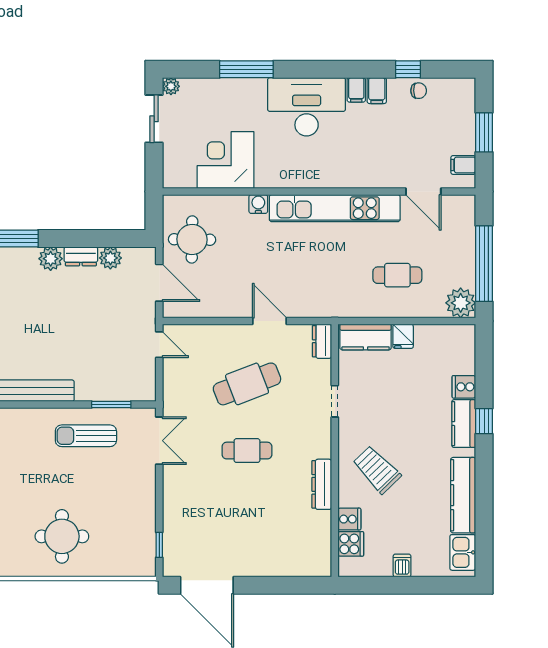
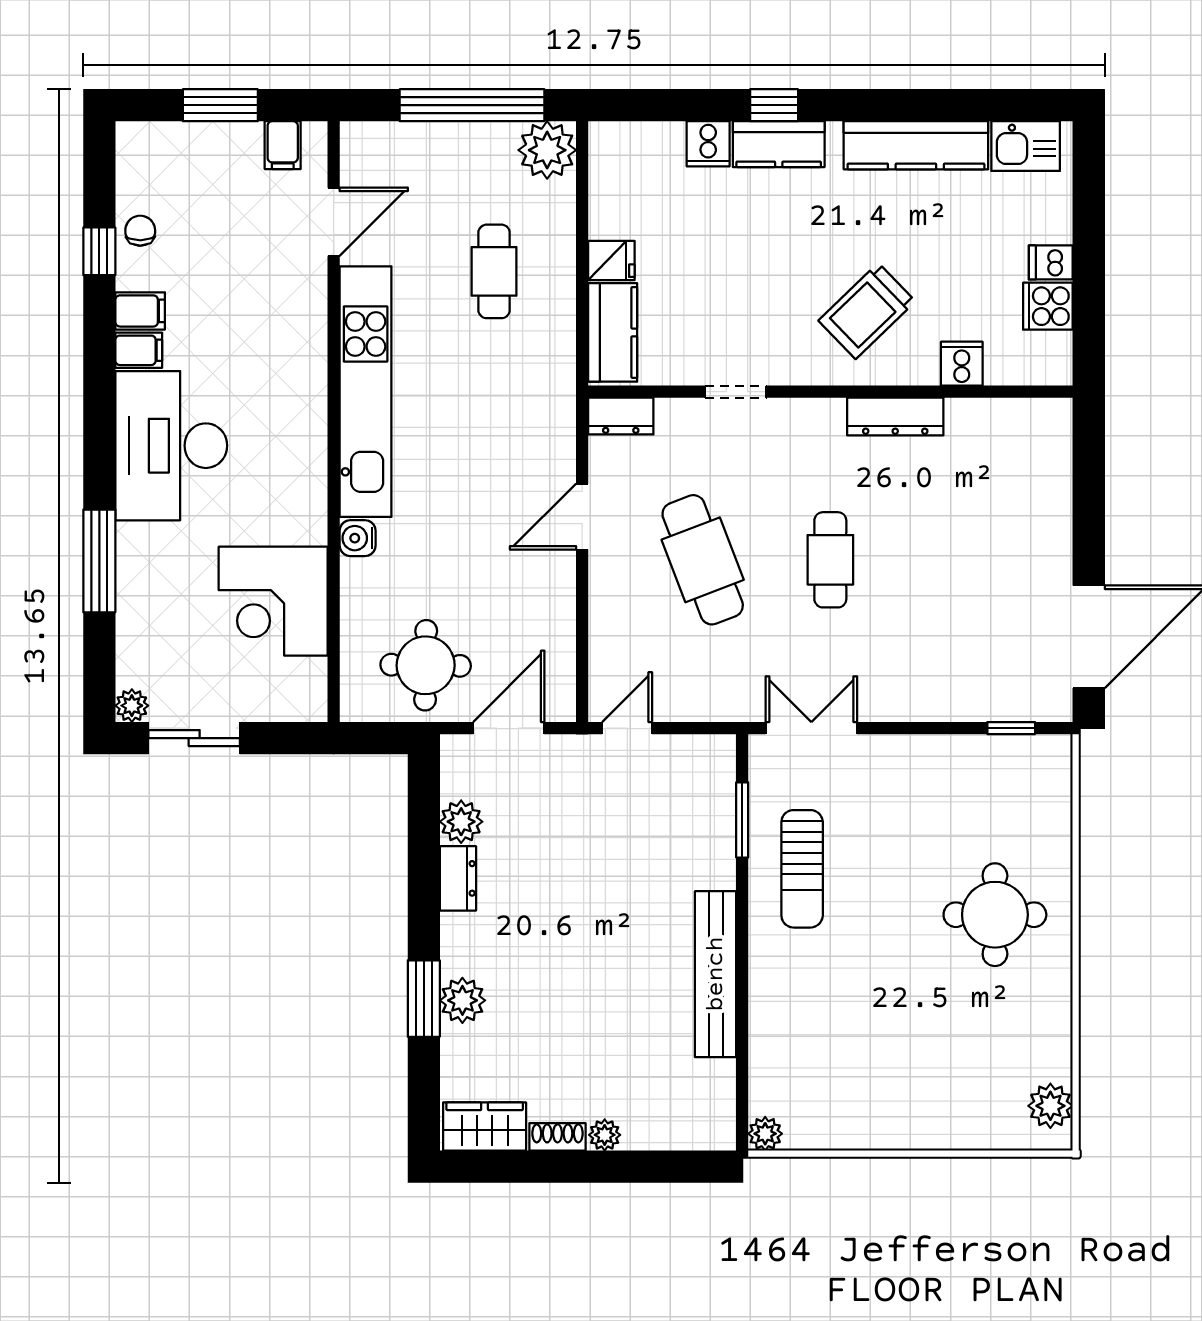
plant: (51, 259) -> (462, 1000), moved
cooker: (351, 544) -> (1048, 306), moved, turned -90

